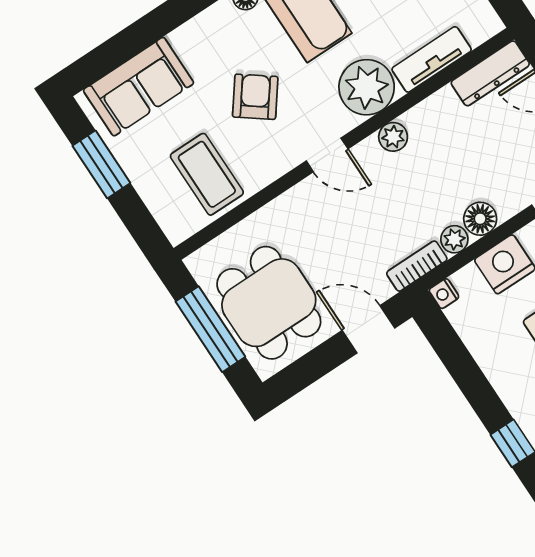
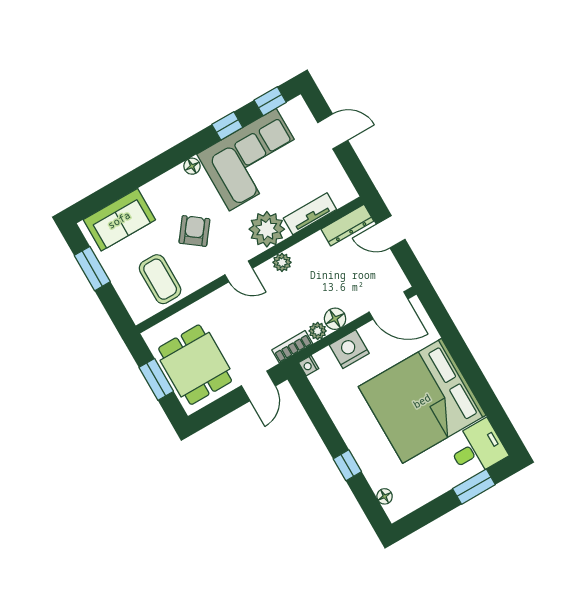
window: (210, 329) -> (156, 379), width x0.69
door: (368, 329) -> (258, 386), swing flipped

